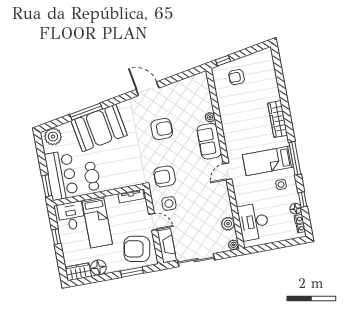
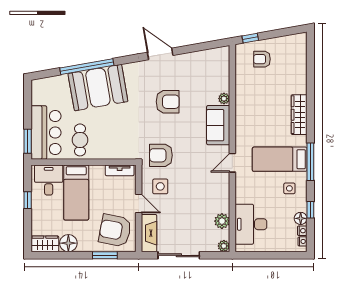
window: (86, 112) -> (87, 67), width x1.46
plant: (53, 137) -> (45, 88), removed

